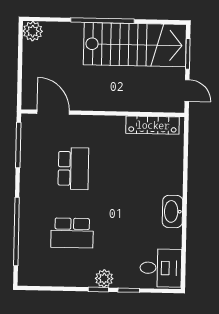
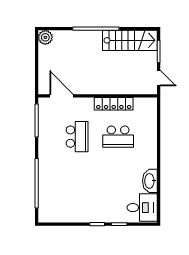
stairs: (135, 45) -> (130, 40), width x0.73, depth x0.66
locker: (153, 125) -> (114, 104), moved
washbasin: (173, 211) -> (150, 181), moved
school desk: (72, 233) -> (118, 137), moved
plant: (104, 279) -> (101, 216), removed

